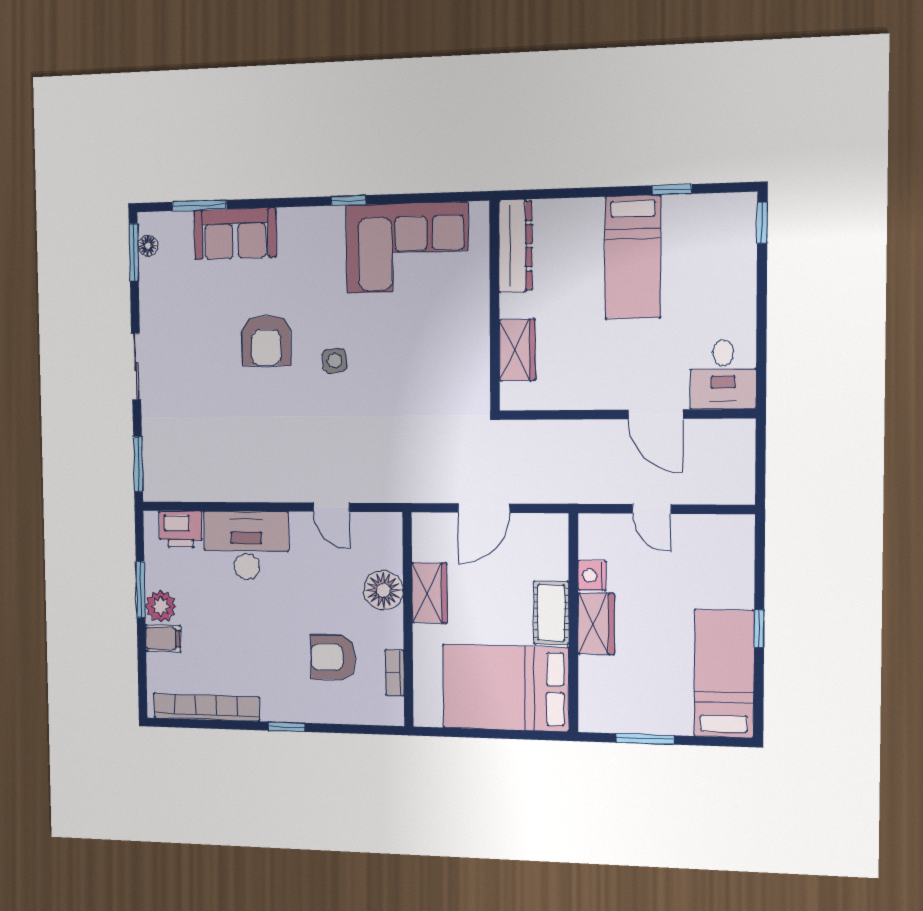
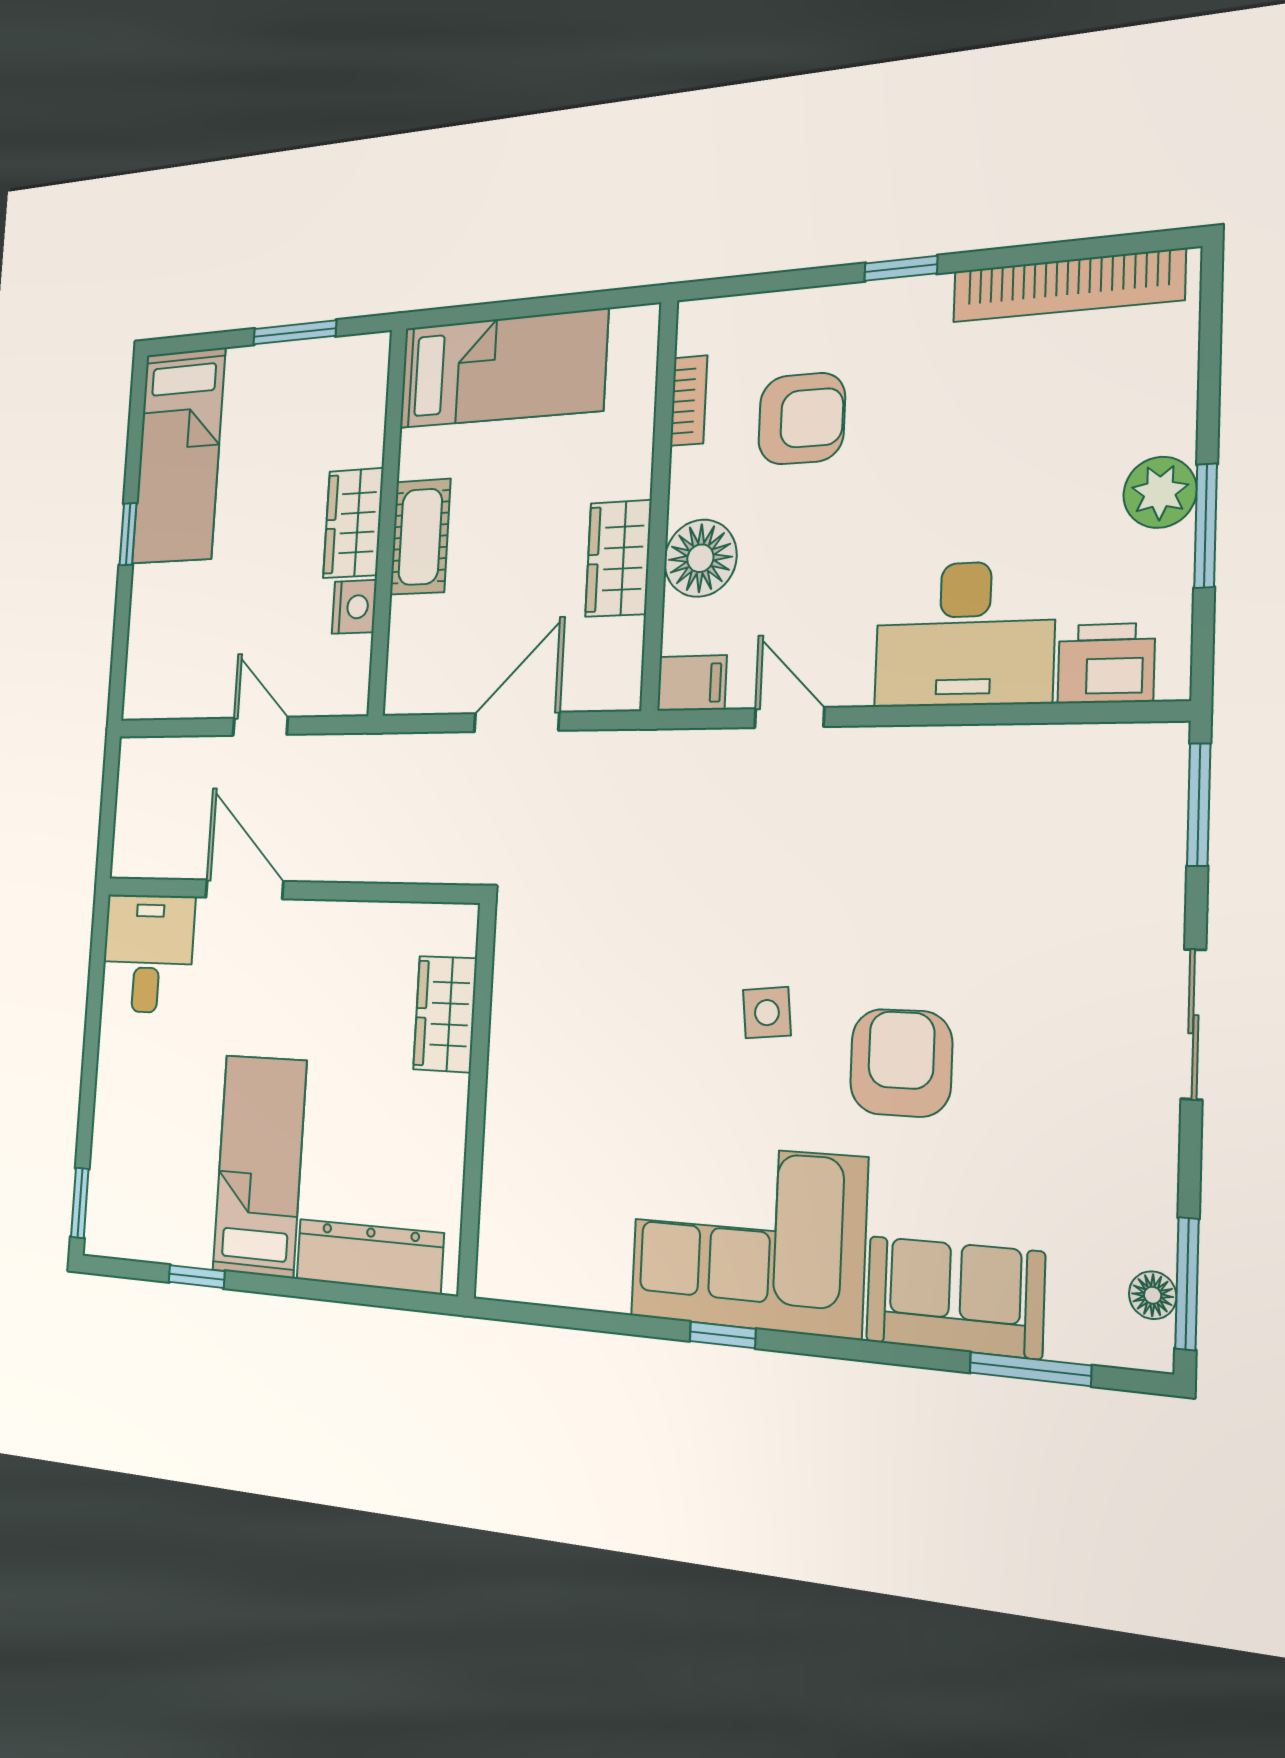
dresser: (515, 246) -> (369, 1256), moved, turned 90
corner sofa: (407, 248) -> (748, 1238), moved
filing cabinet: (163, 638) -> (692, 683), moved, turned 180
bed: (505, 688) -> (502, 369), width x0.67

